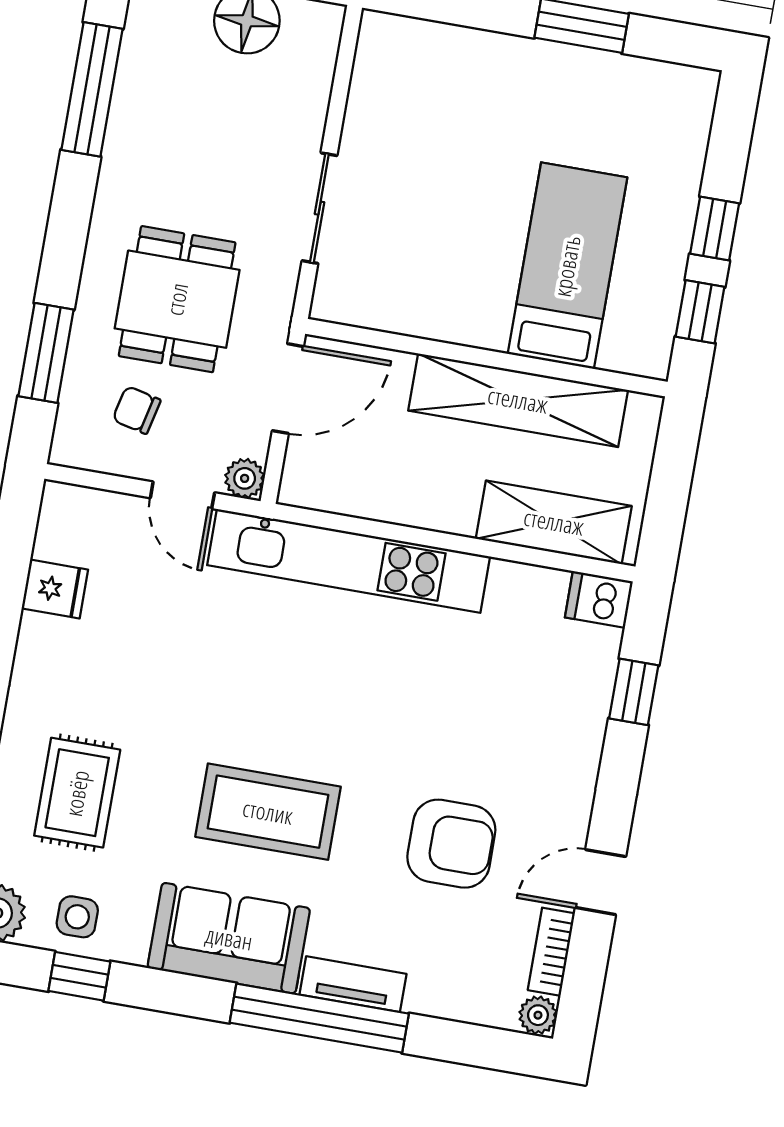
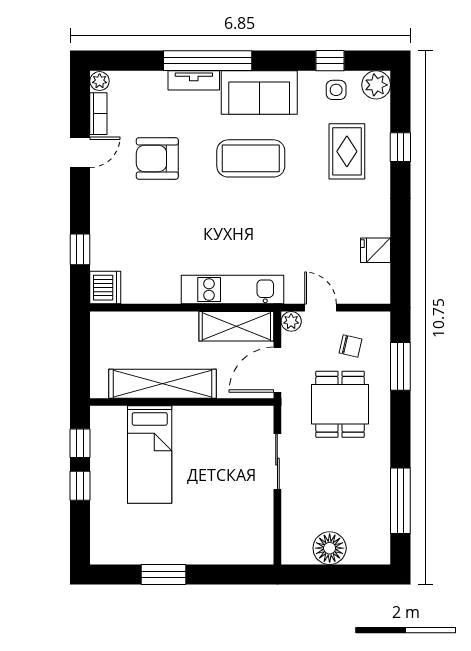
shelving: (554, 522) -> (236, 326), moved
kitchen unit: (349, 561) -> (233, 290), width x0.73
dishwasher: (599, 599) -> (105, 288), width x1.38

